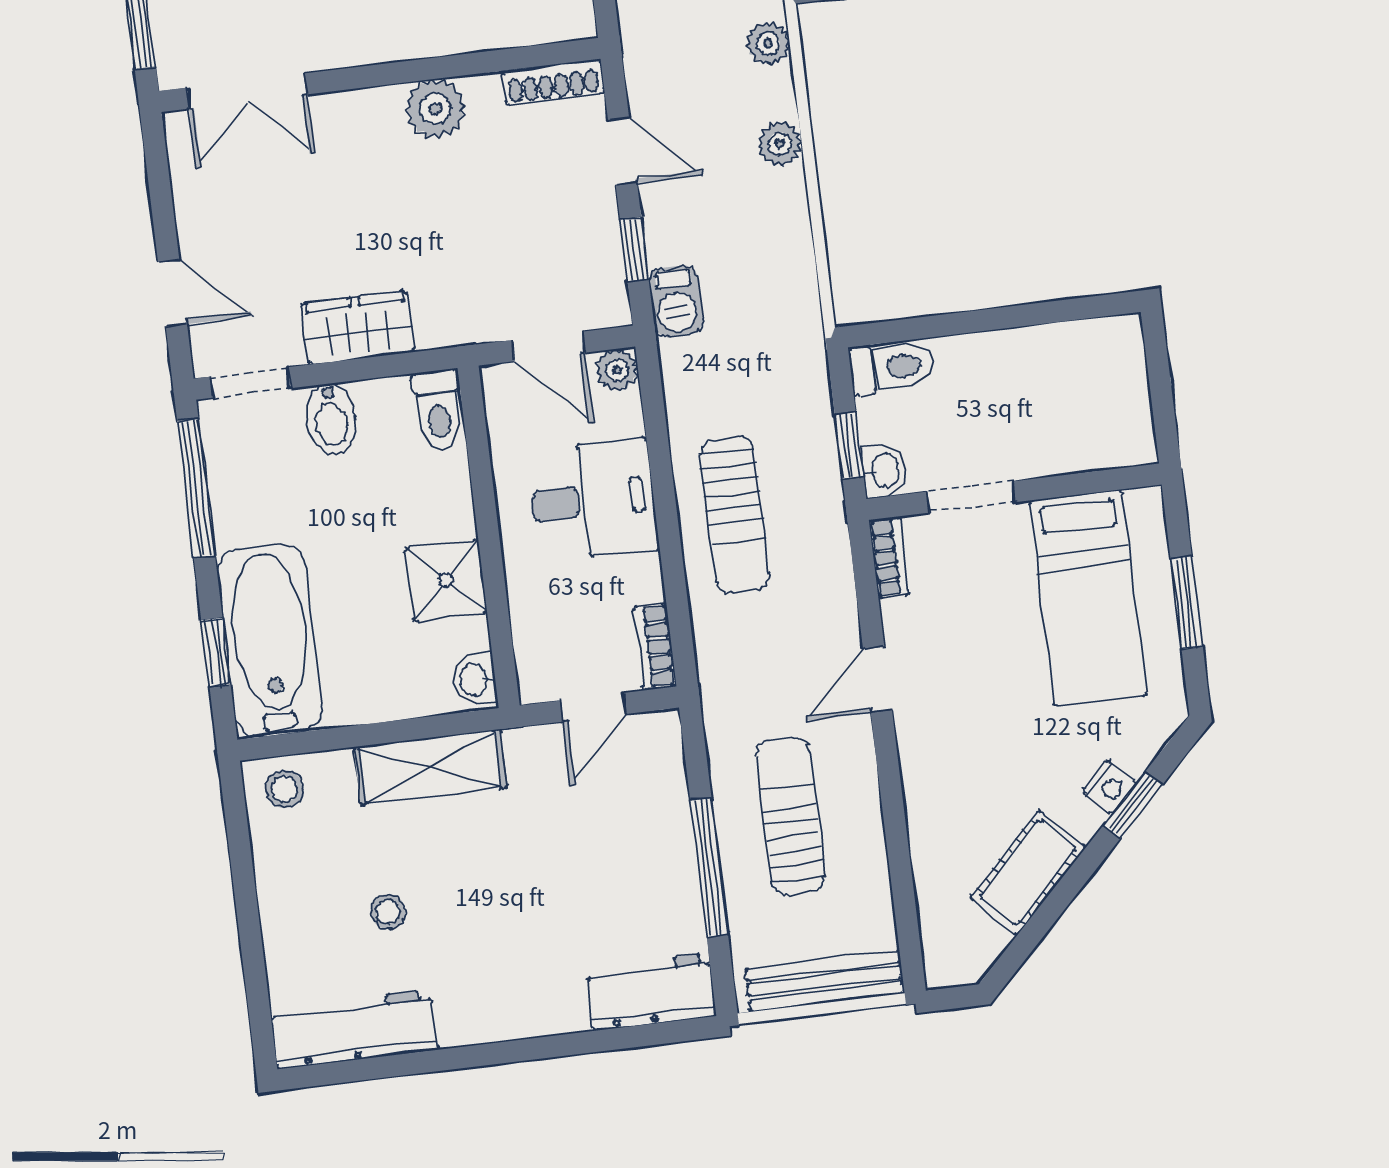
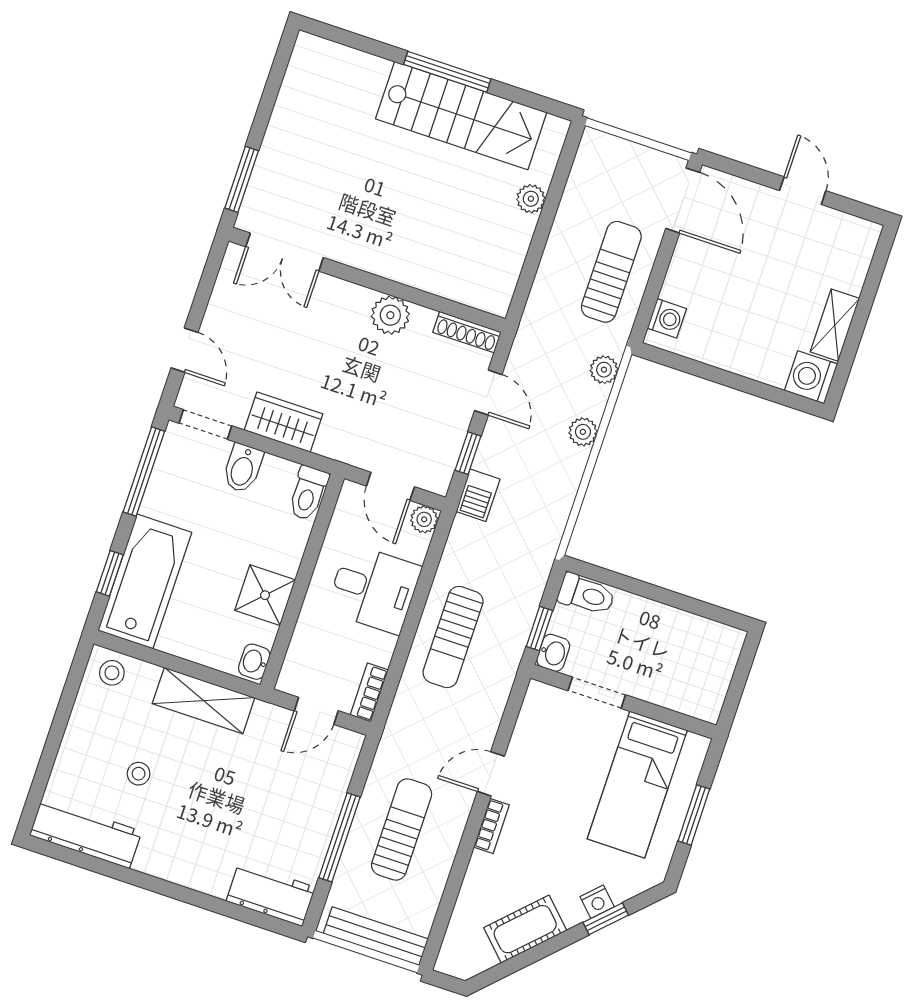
bookcase: (889, 557) -> (491, 826), moved

